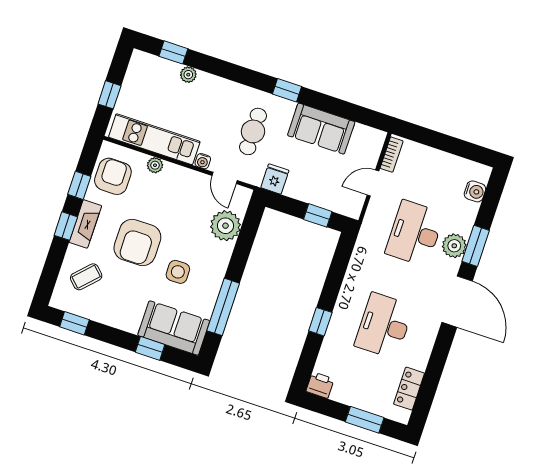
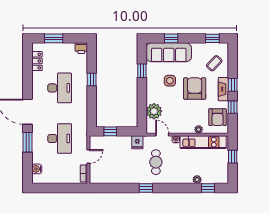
sofa: (321, 129) -> (123, 175), removed
plant: (454, 246) -> (38, 139), removed
window: (223, 307) -> (142, 71), width x0.46
sofa: (174, 328) -> (169, 52), width x1.36

